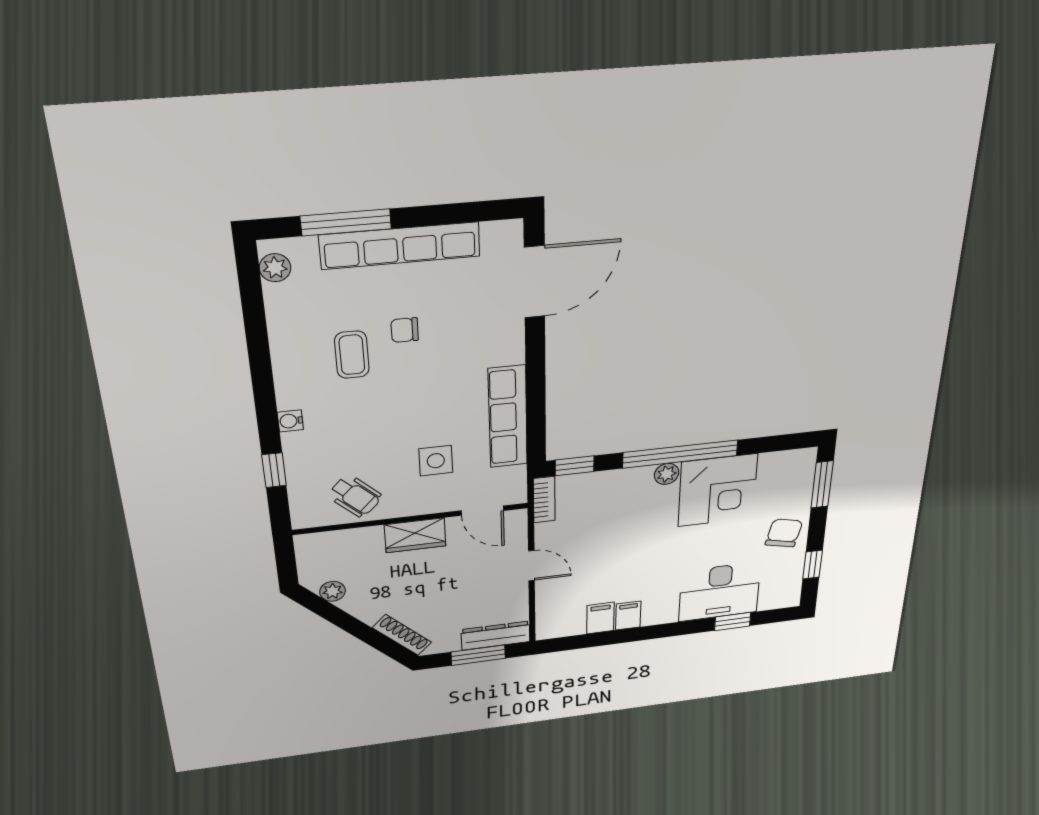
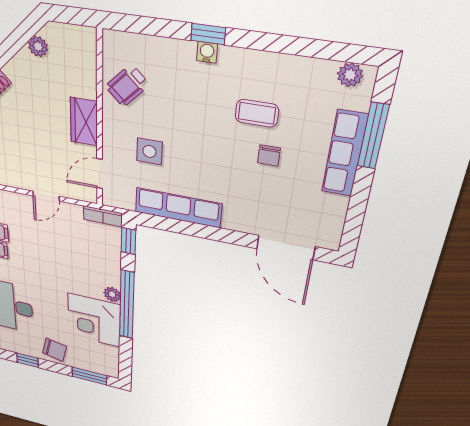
row of seats: (400, 246) -> (344, 154), width x0.73
chair: (405, 330) -> (269, 155), turned 180
window: (274, 470) -> (208, 34), moved

